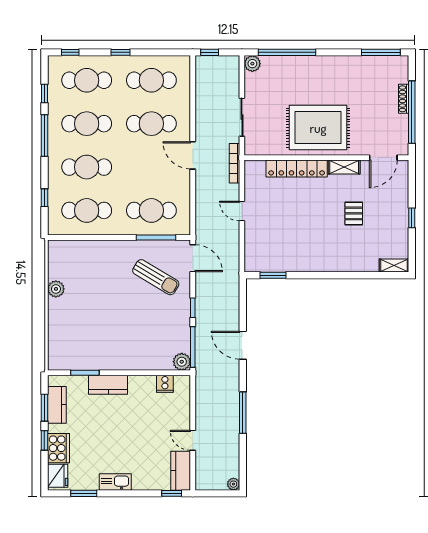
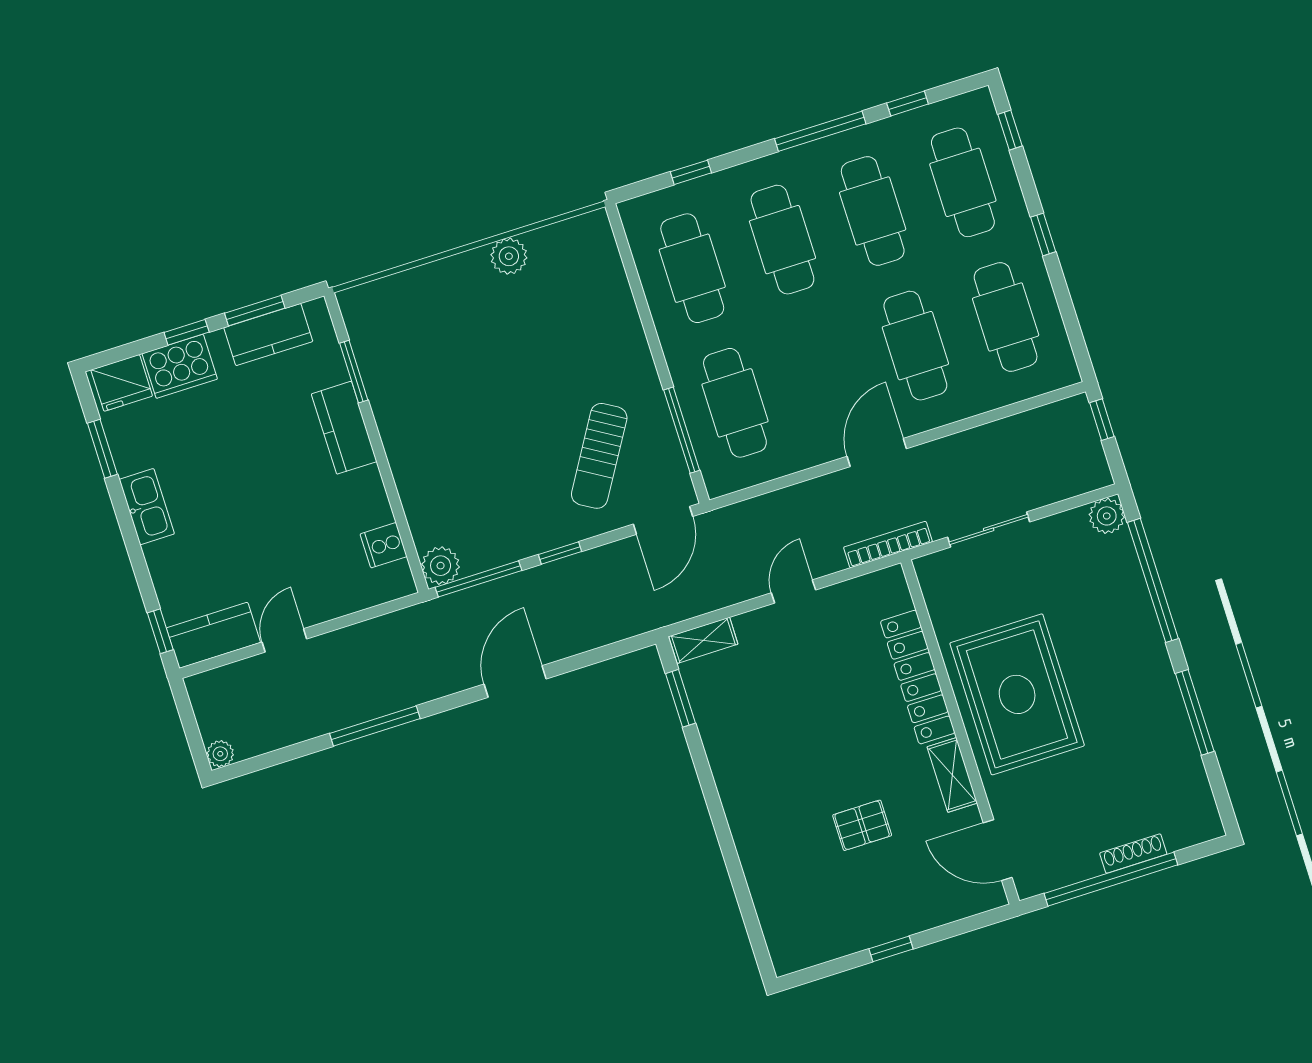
window: (381, 52) -> (1195, 712), moved
shelving: (394, 266) -> (703, 640), moved, turned 90

